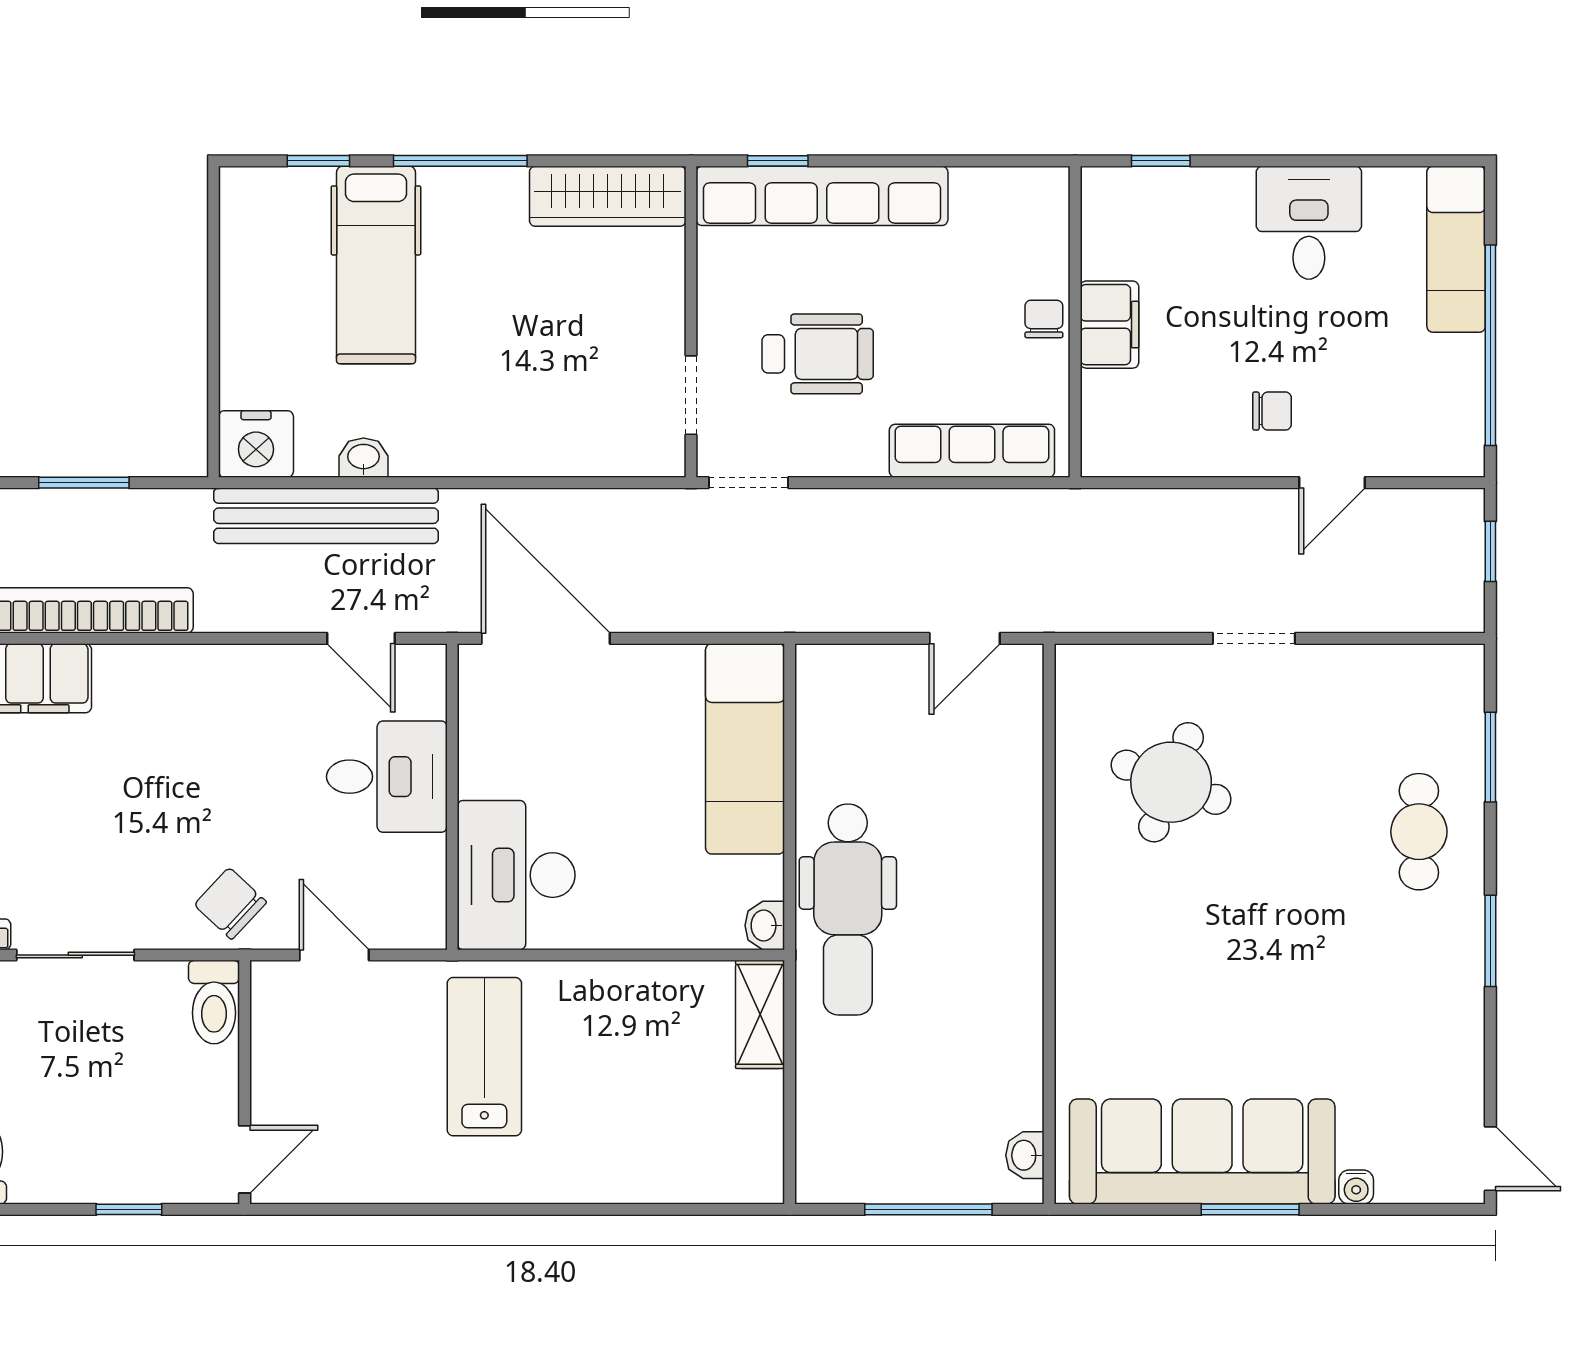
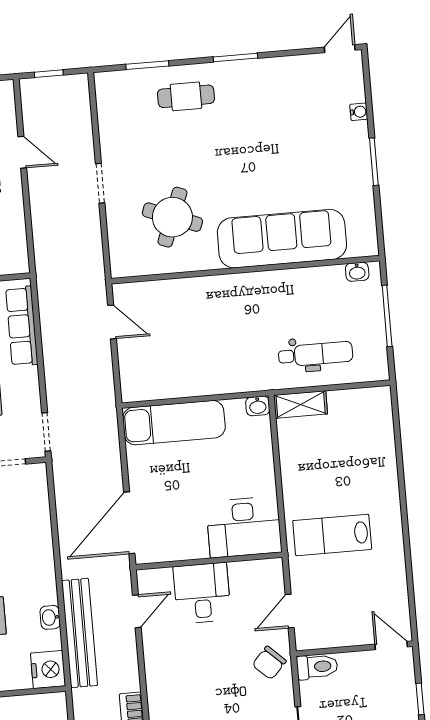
dental chair: (848, 909) -> (316, 354), moved, width x0.73, depth x0.72
sofa: (1202, 1152) -> (282, 239), moved, turned 90

